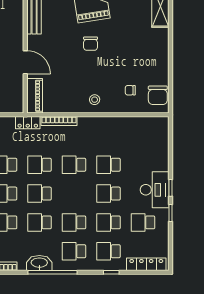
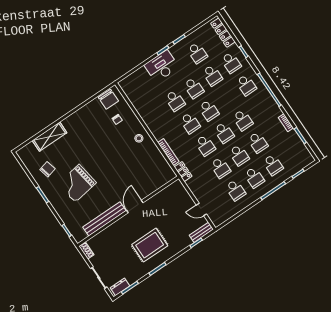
chair: (91, 44) -> (104, 165), removed
door: (25, 62) -> (135, 207), moved
chair: (158, 95) -> (108, 99), turned 90
piano: (35, 96) -> (163, 179), removed
desk: (155, 190) -> (162, 66), moved
school desk: (74, 222) -> (209, 110), moved
washbasin: (39, 263) -> (269, 102), removed

